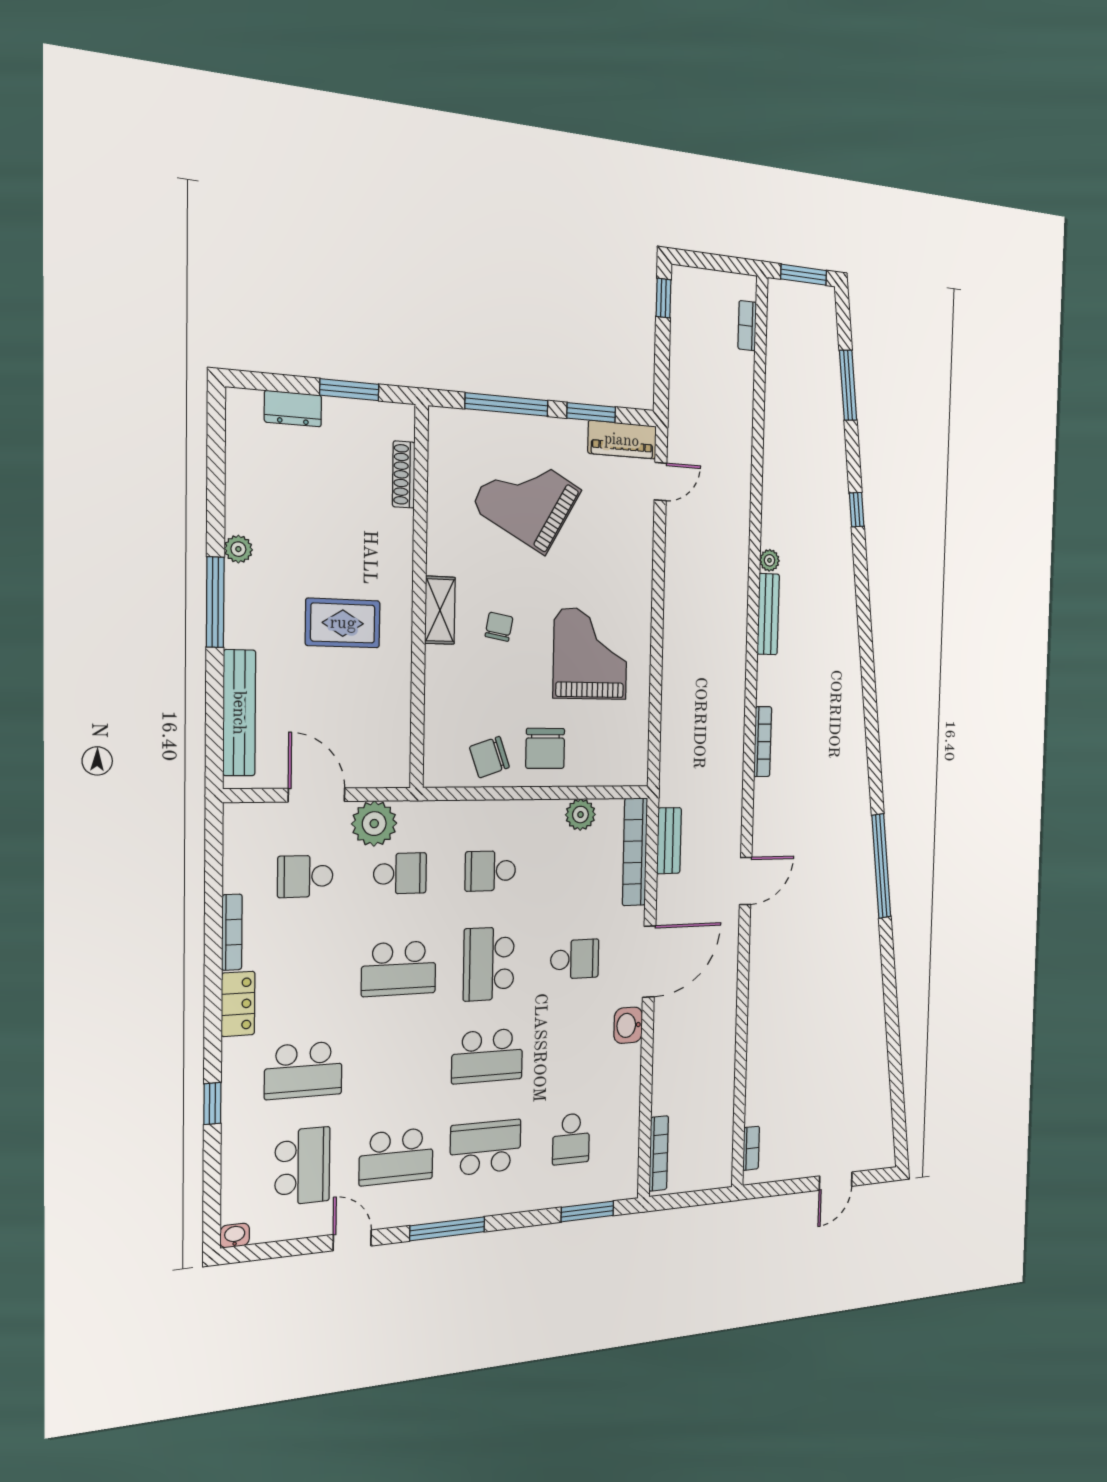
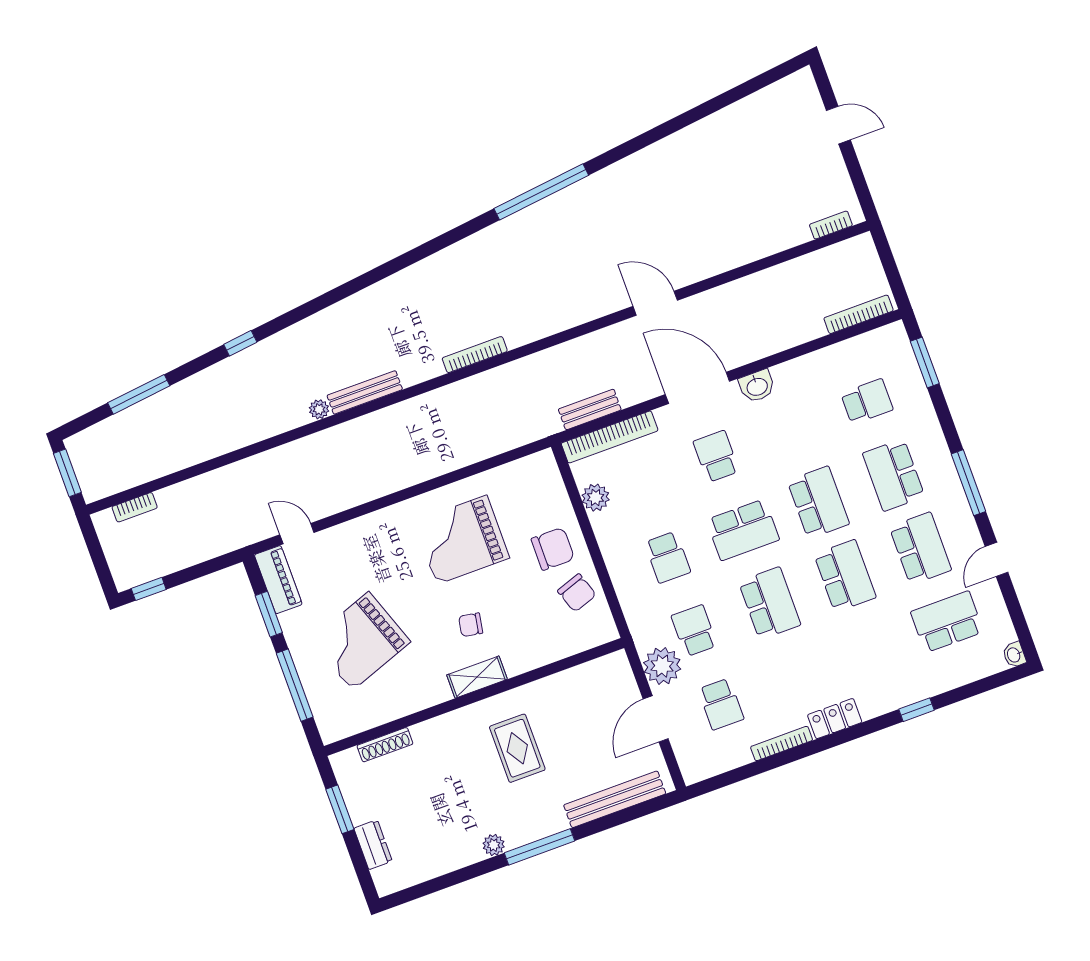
grand piano: (527, 499) -> (361, 641), turned 41
door: (746, 881) -> (655, 303), moved
school desk: (303, 1070) -> (845, 576), moved

